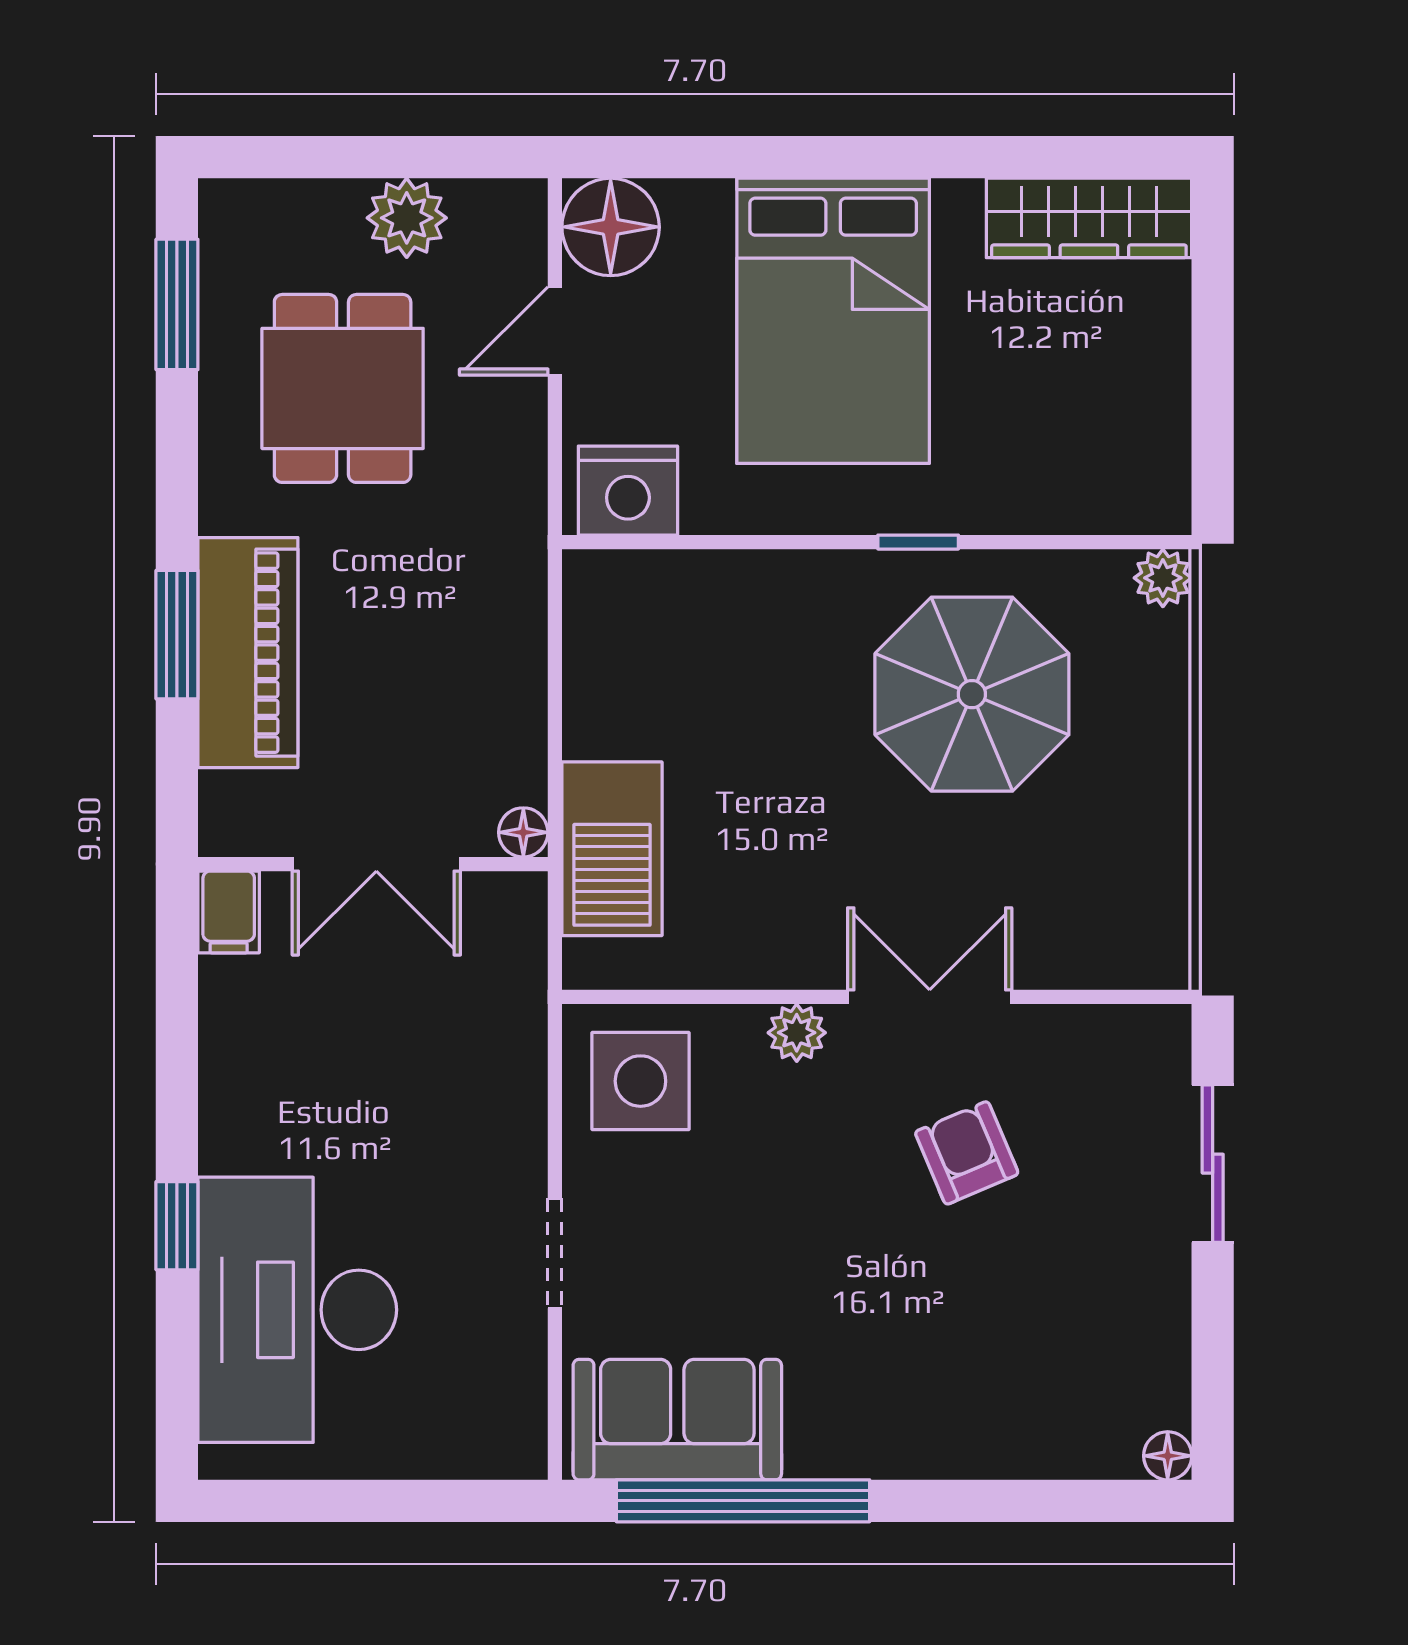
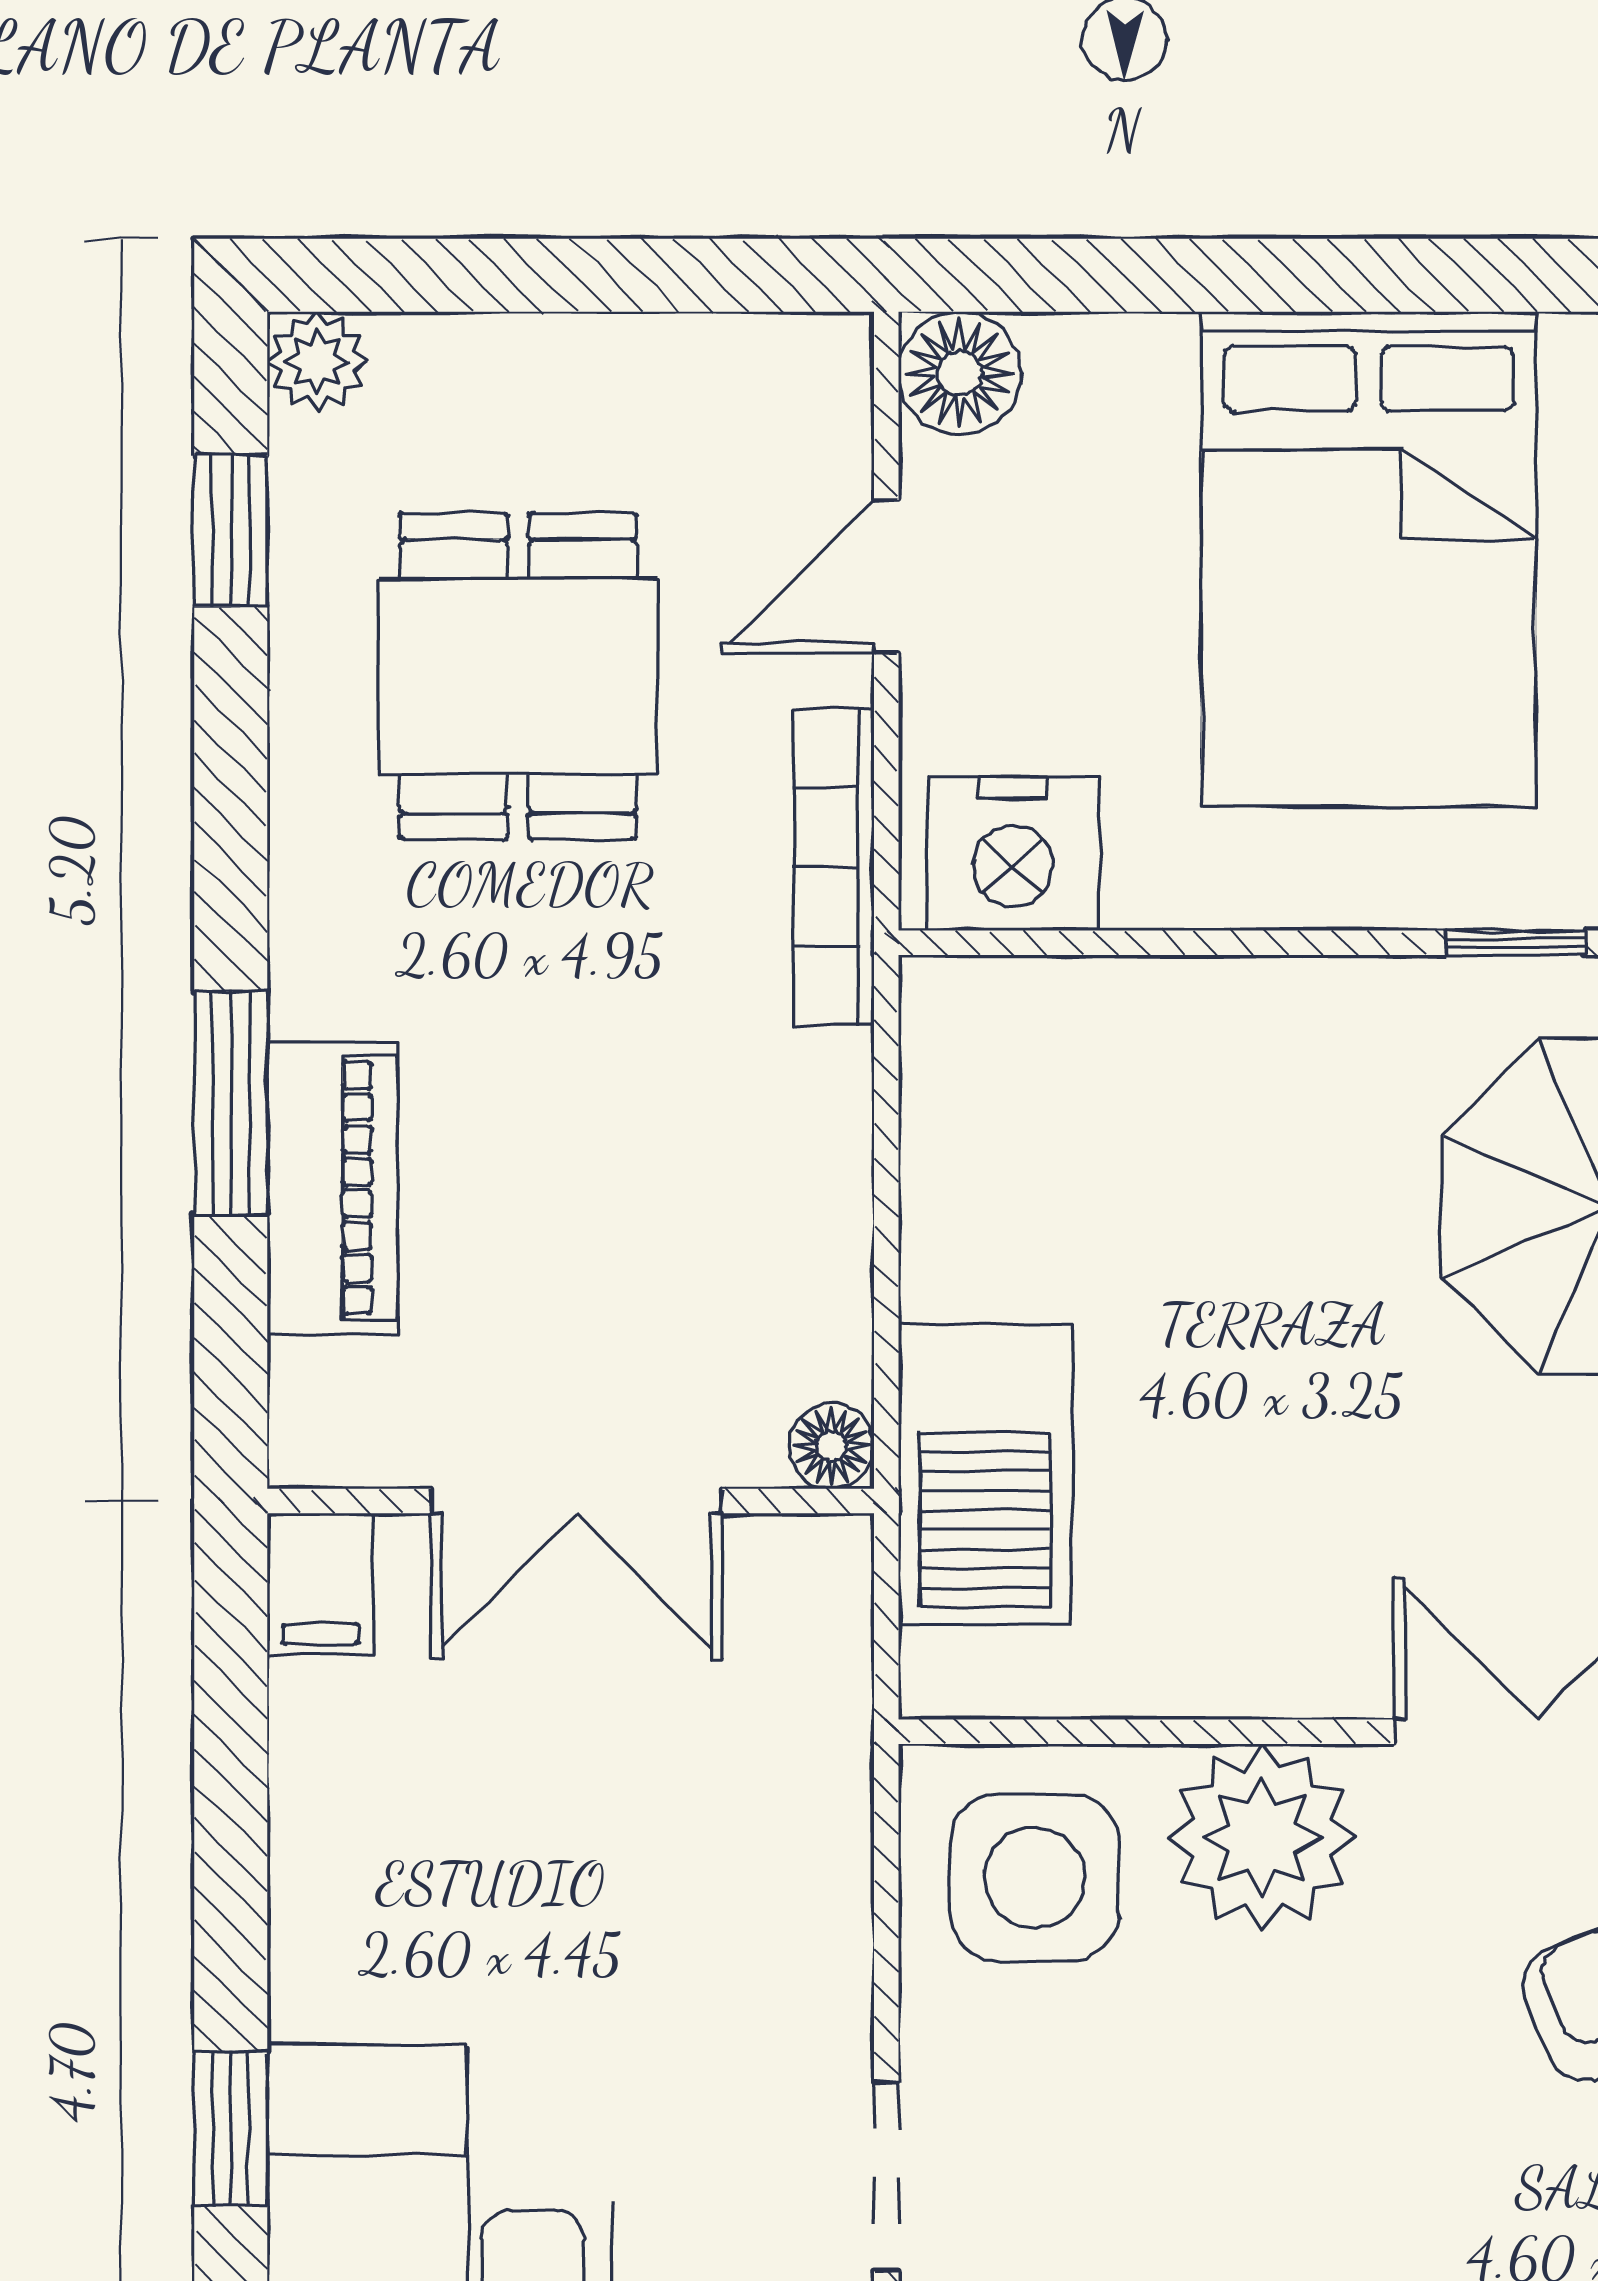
plant: (407, 218) -> (317, 362), moved, width x0.73, depth x0.73
floor lamp: (611, 227) -> (960, 373), width x0.73, depth x0.73
window: (177, 304) -> (231, 531), width x0.67
bookcase: (525, 498) -> (834, 867), added
piano: (248, 653) -> (332, 1188), width x0.73, depth x0.75
plant: (797, 1033) -> (1262, 1837), width x1.88, depth x1.88

